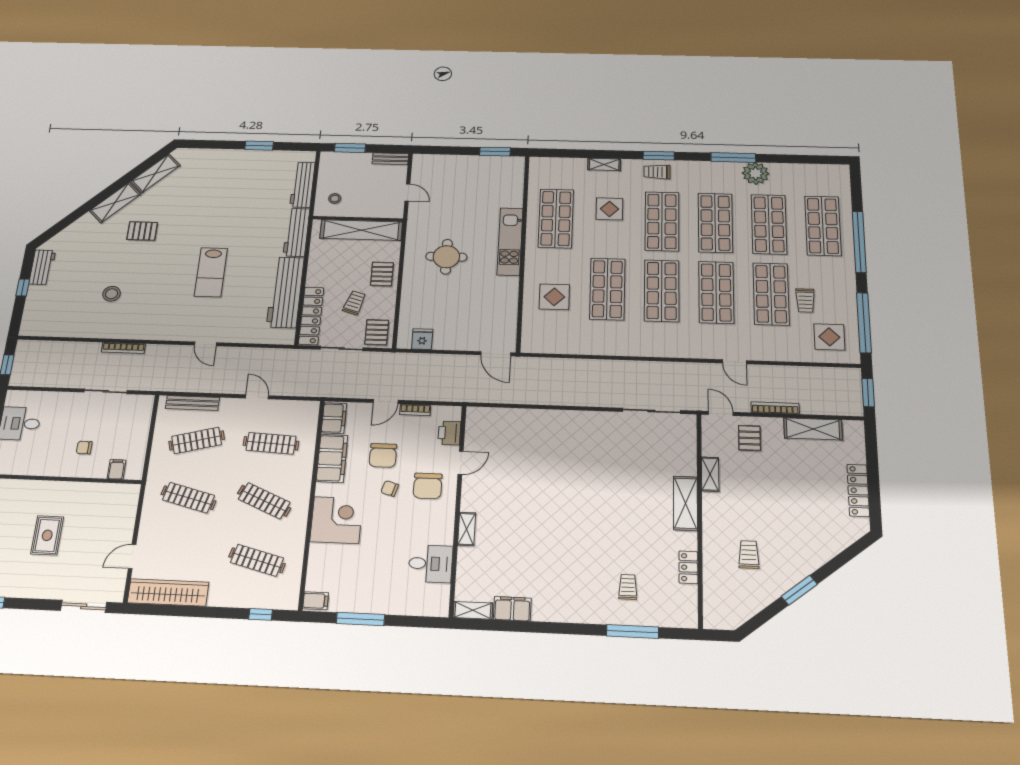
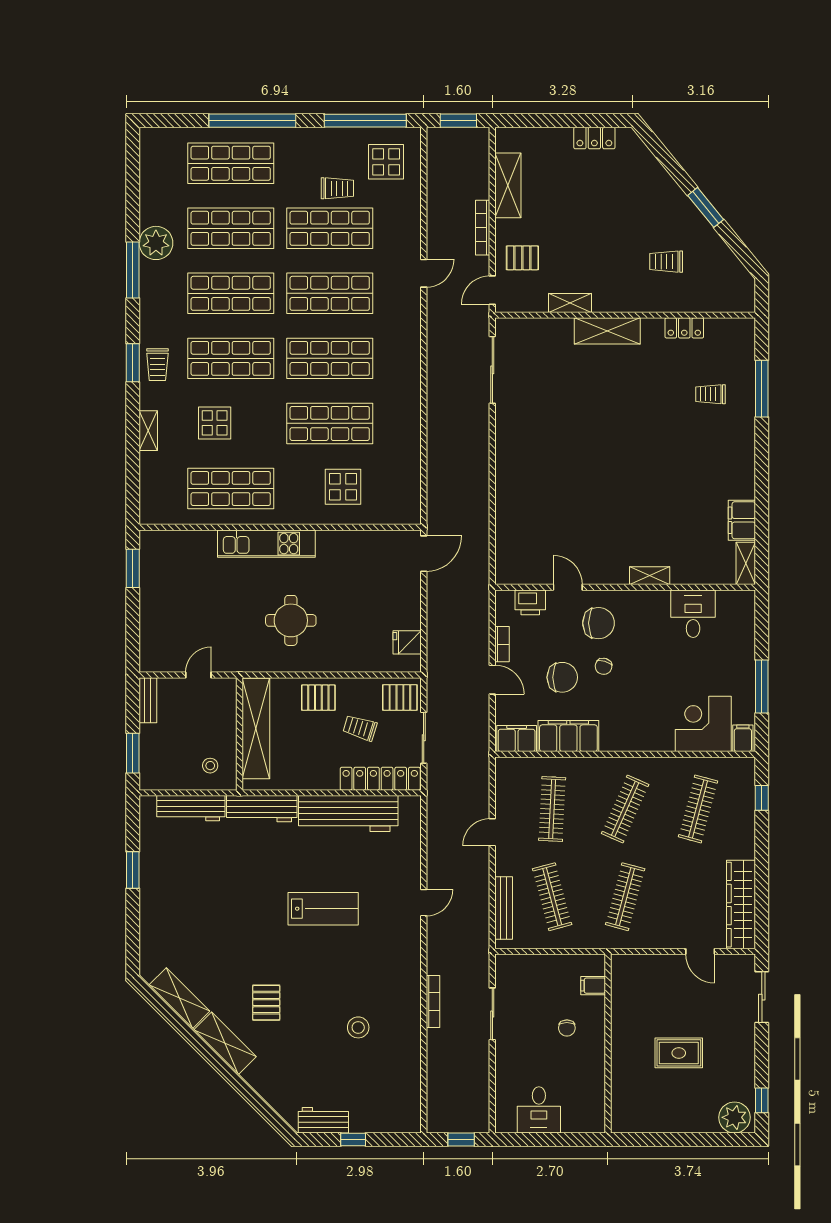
locker: (858, 490) -> (594, 138), width x0.66
corner desk: (336, 520) -> (703, 724), moved

